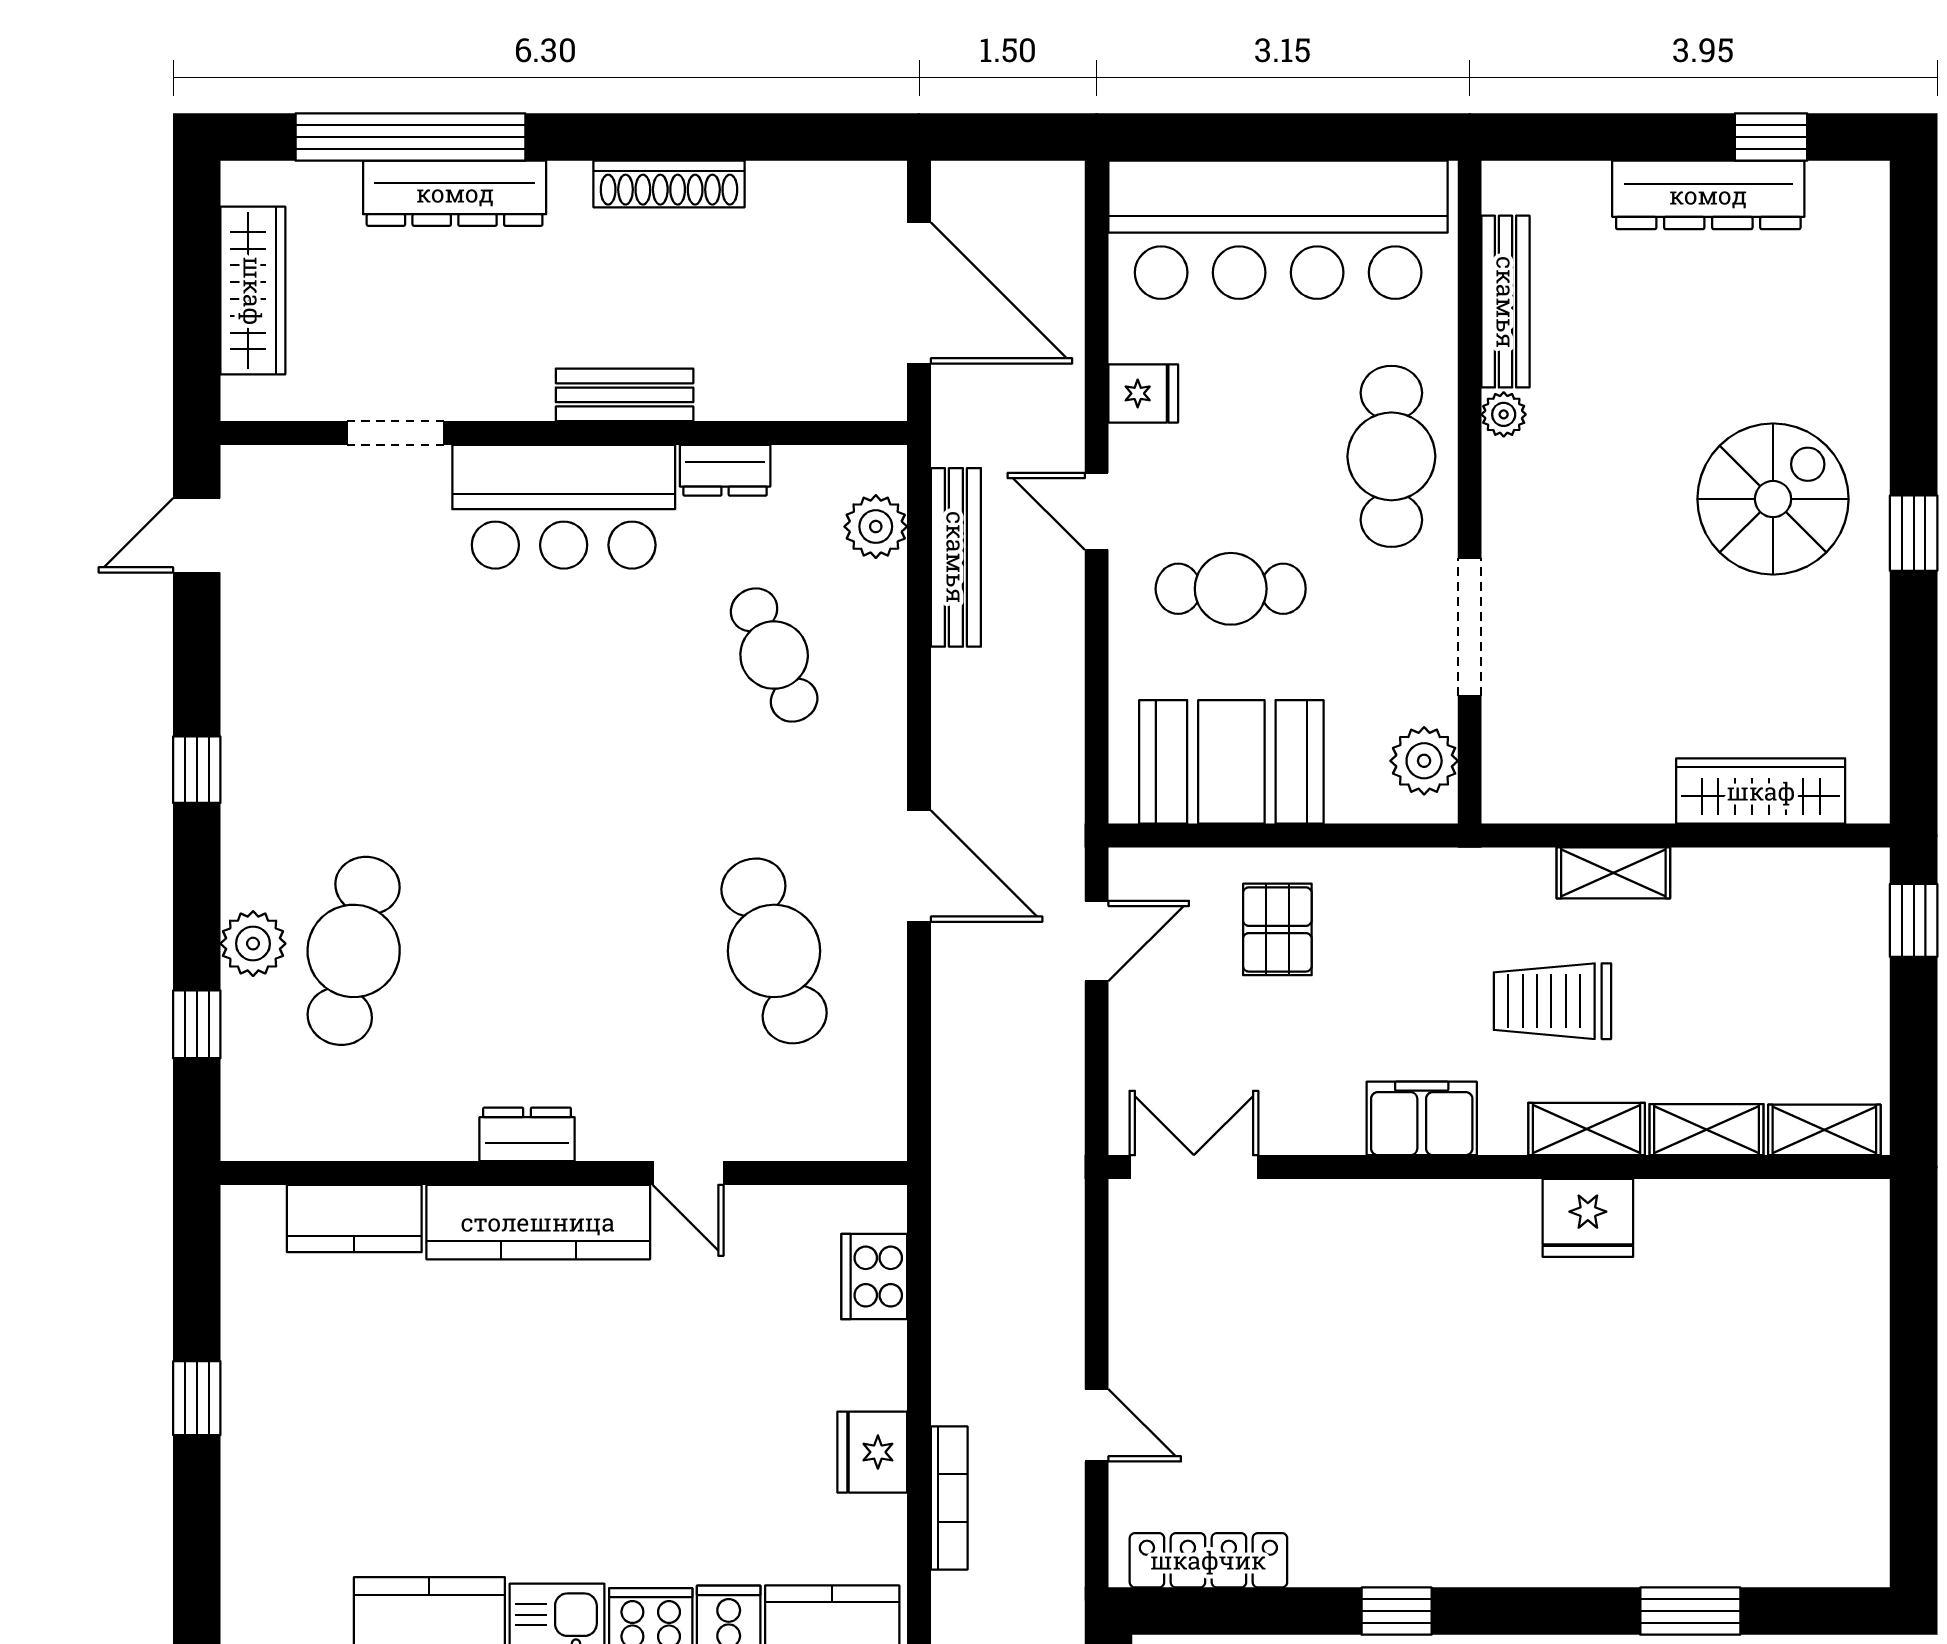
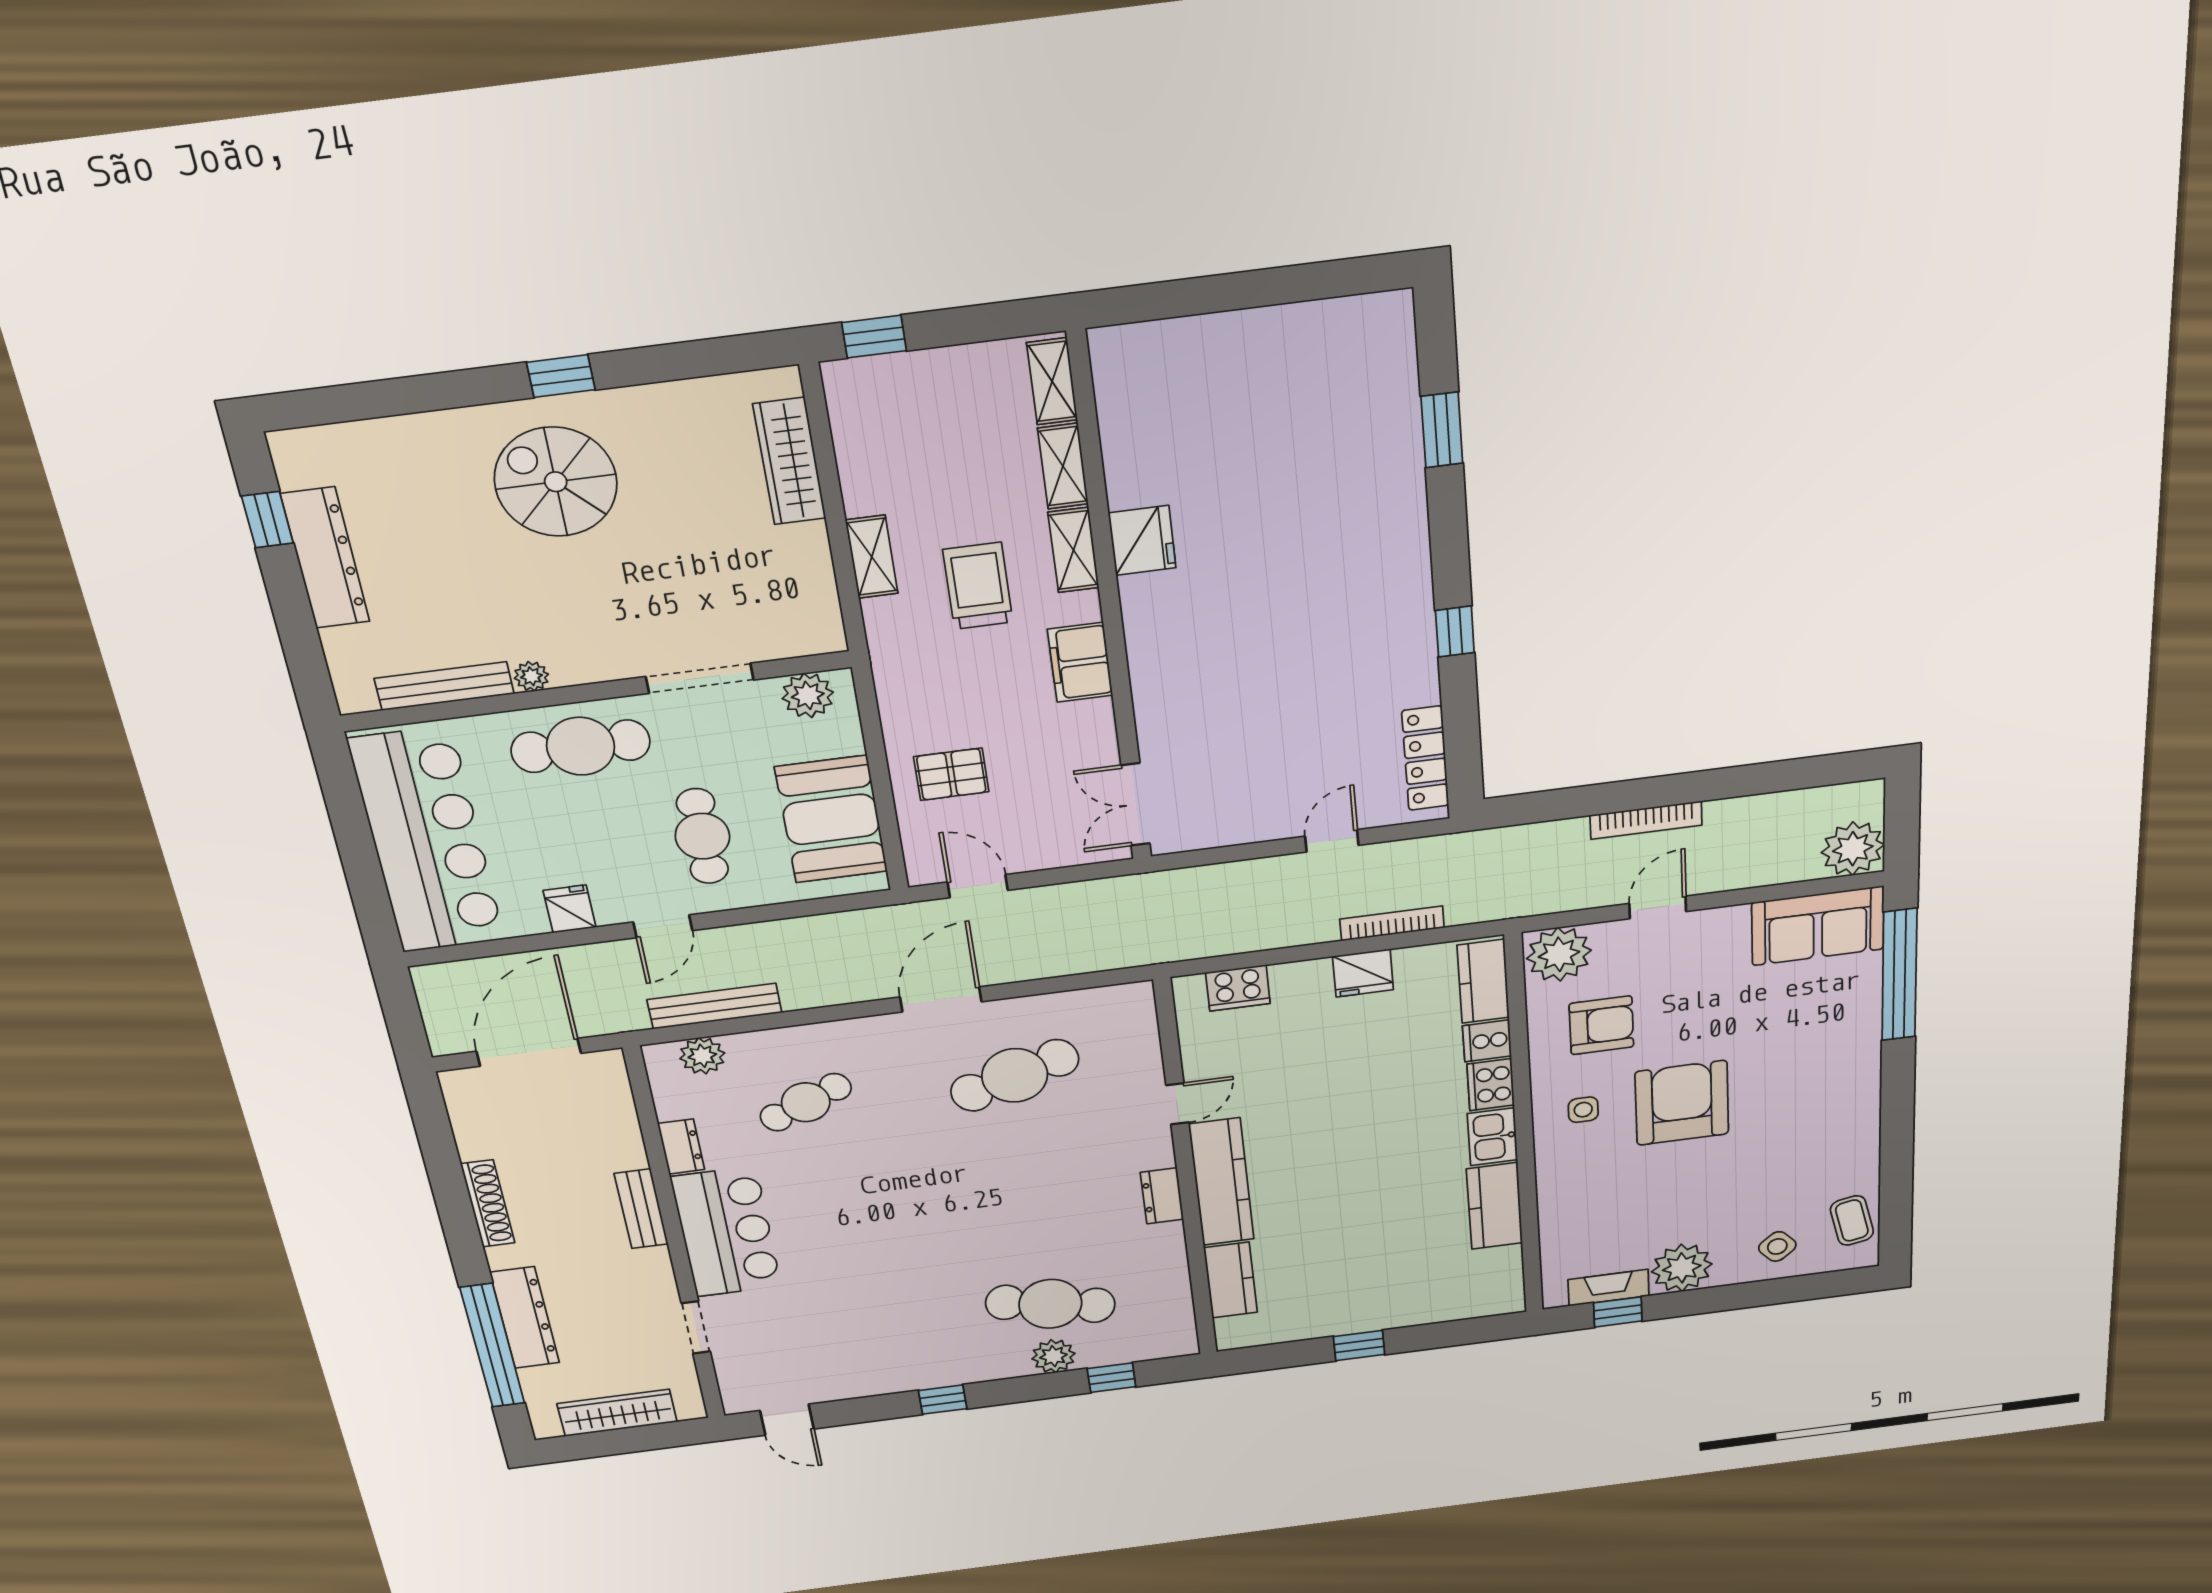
trolley: (1552, 1001) -> (978, 586), turned 180

